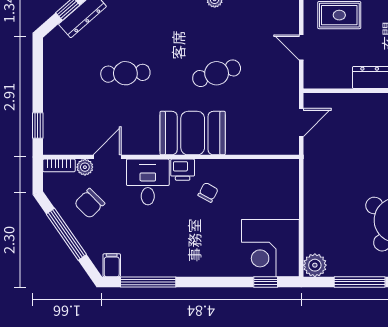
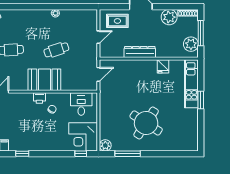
door: (301, 48) -> (98, 37), swing flipped
desk: (148, 182) -> (81, 104), moved
window: (148, 282) -> (22, 154), width x0.46

